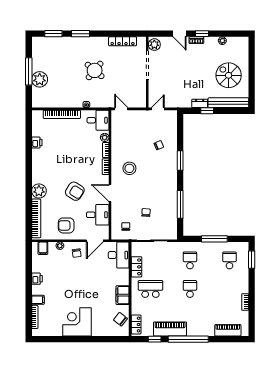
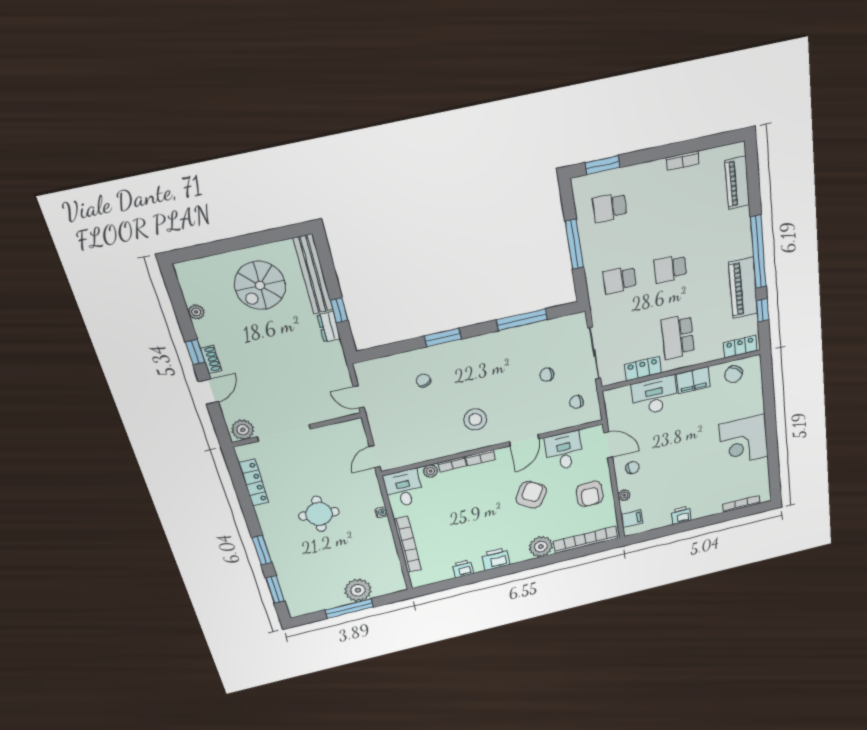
round table: (95, 70) -> (319, 514), turned -34
printer: (38, 163) -> (496, 559), added
desk: (119, 255) -> (654, 396), moved
filing cabinet: (38, 300) -> (714, 506), removed

